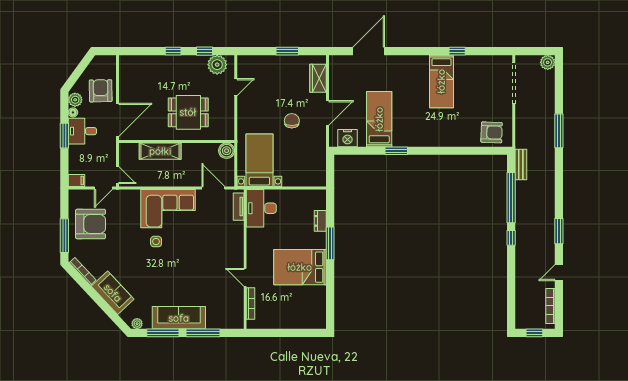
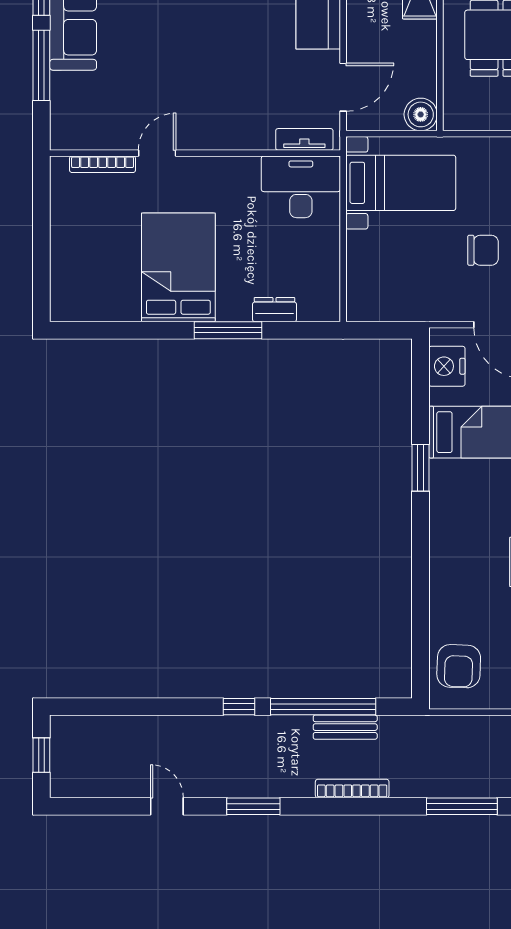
bench: (521, 164) -> (345, 727), moved
bookcase: (550, 306) -> (352, 789), moved

